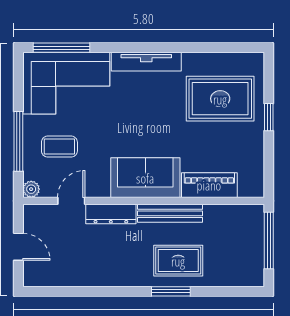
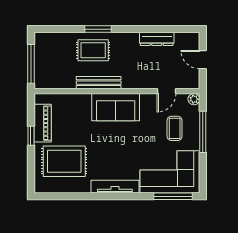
window: (269, 117) -> (31, 136), moved
coffee table: (59, 147) -> (175, 128), turned 90
piano: (209, 185) -> (43, 123), moved, turned -90
dresser: (111, 214) -> (157, 39), moved, turned 180

